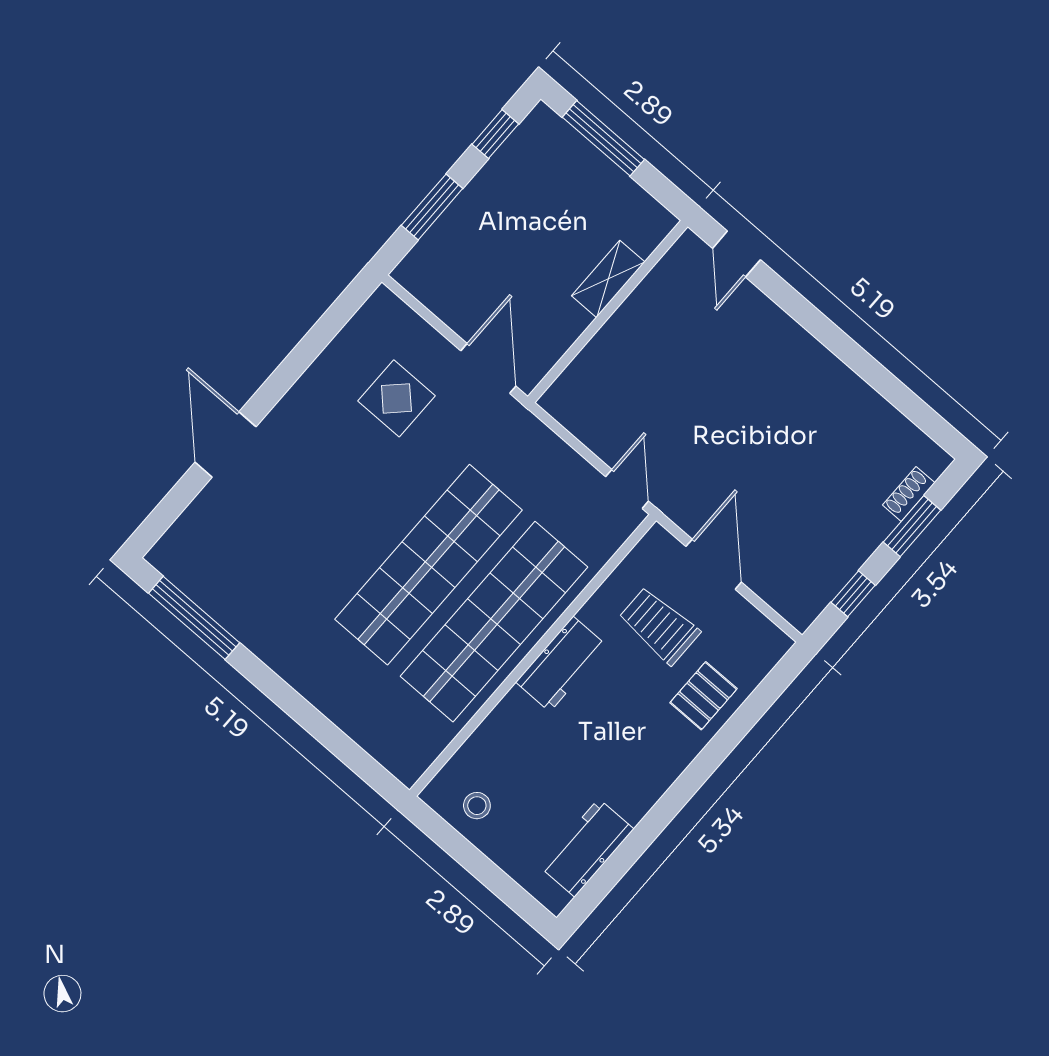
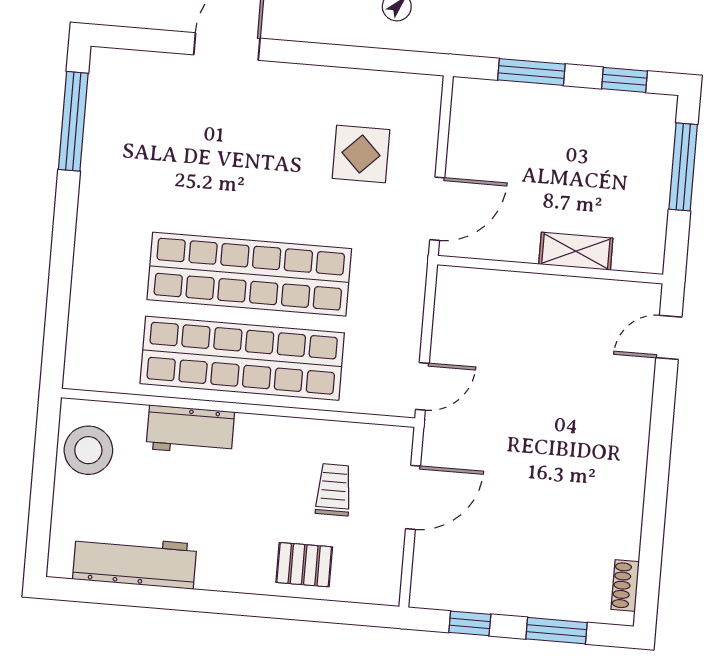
shoe rack: (909, 494) -> (625, 585), moved, turned -90
trolley: (659, 626) -> (334, 490), width x0.73, depth x0.72
workbench: (561, 664) -> (190, 430), moved
stool: (477, 806) -> (88, 450), width x1.89, depth x1.89
workbench: (587, 848) -> (135, 562), width x1.37

